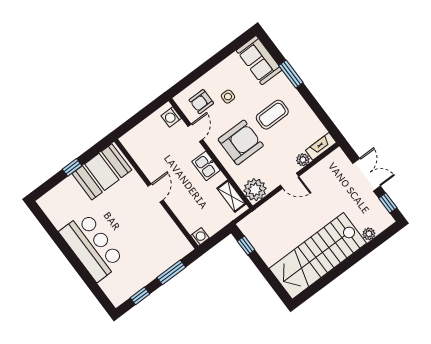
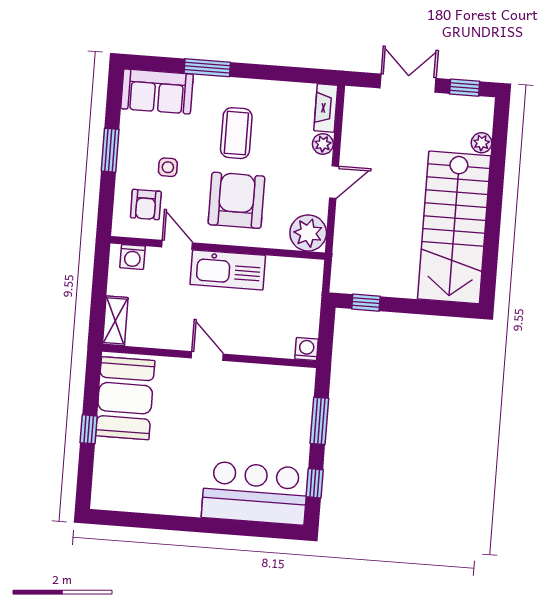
window: (212, 62) -> (110, 150), added
kitchen sink: (206, 166) -> (228, 270), width x1.88, depth x1.24
shelving: (231, 196) -> (115, 321), moved, turned 90
bar counter: (92, 247) -> (255, 493), moved

